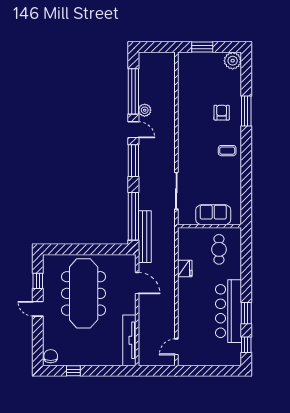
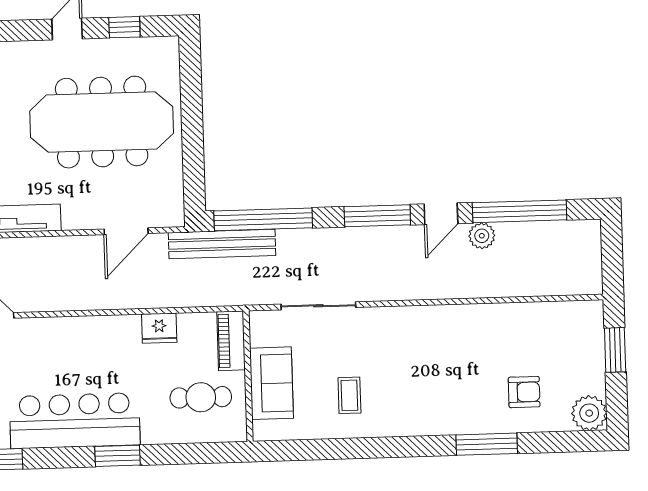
armchair: (222, 113) -> (524, 392), moved
coffee table: (227, 151) -> (349, 395), moved
piano: (192, 234) -> (231, 341), added
window: (246, 313) -> (117, 456), moved

